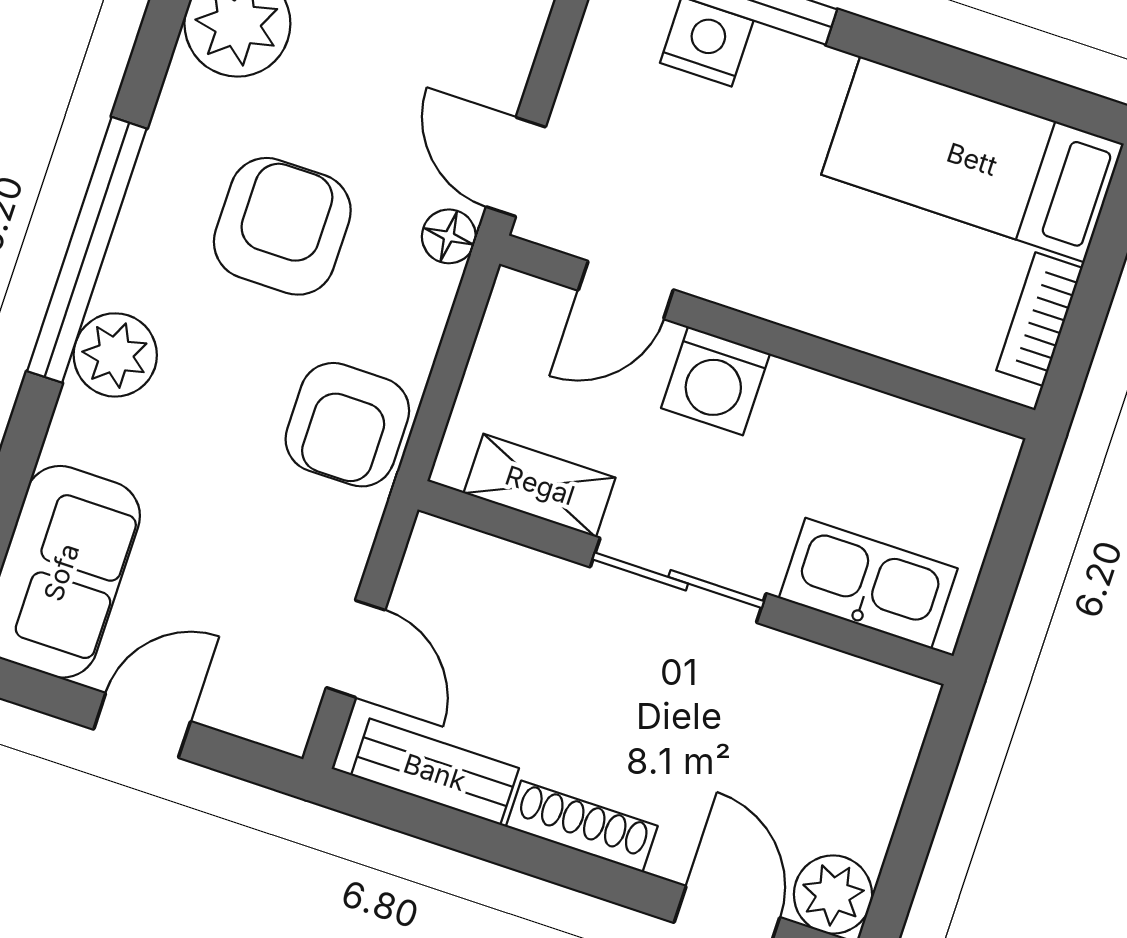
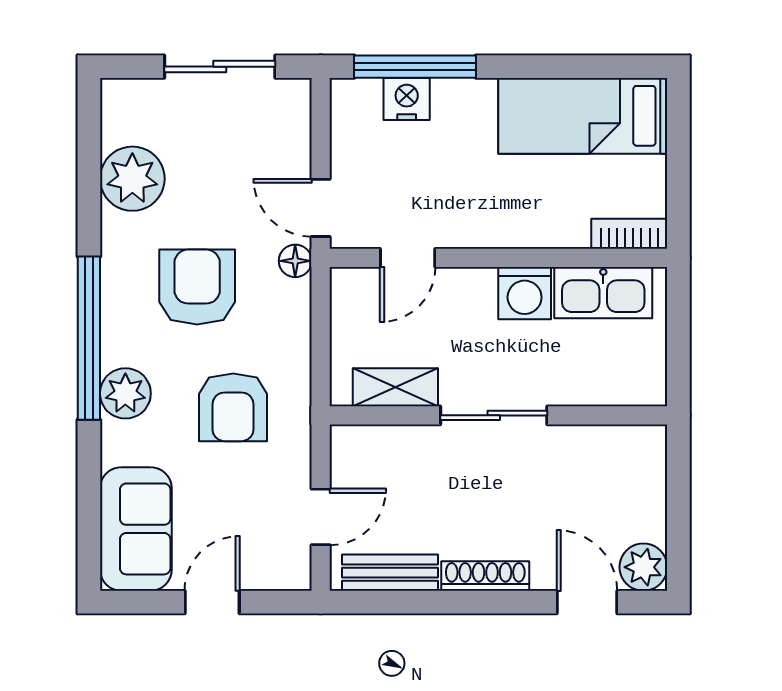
bookcase: (1039, 319) -> (629, 234), moved, turned 90
washing machine: (715, 381) -> (525, 293), moved
armchair: (347, 425) -> (233, 407), moved
kitchen sink: (868, 583) -> (603, 293), moved, turned 180
door: (356, 649) -> (321, 517), hinge flipped

